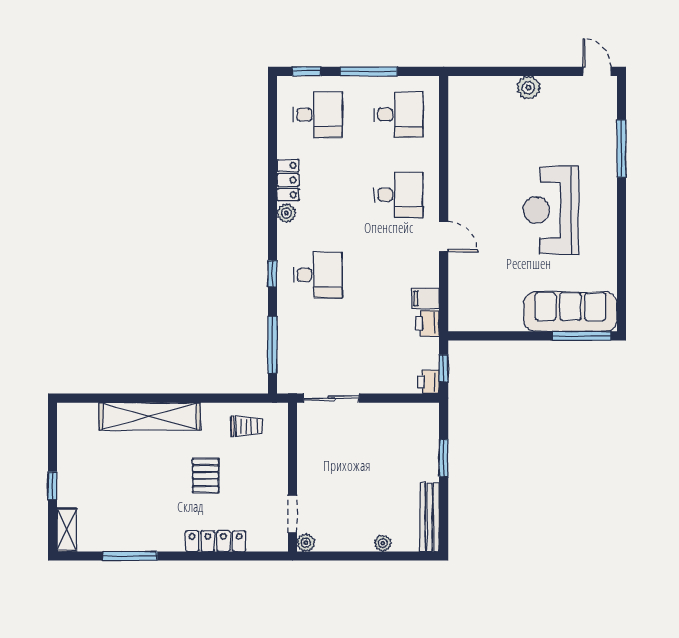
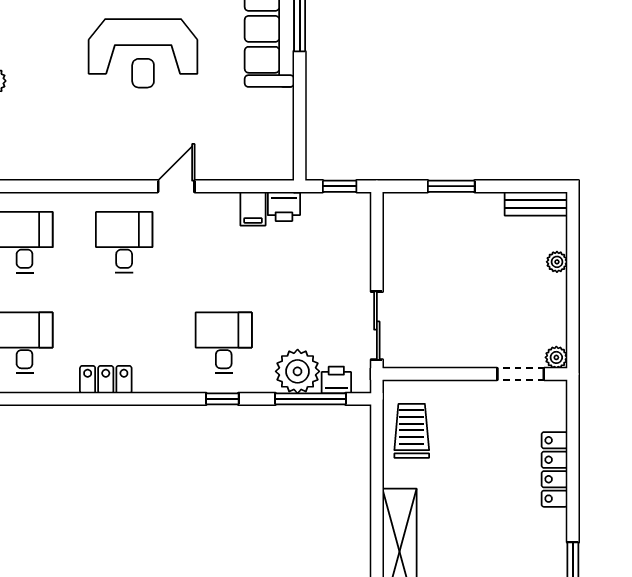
plant: (286, 213) -> (298, 371), moved, width x1.88, depth x1.88
printer: (428, 382) -> (336, 380), moved, turned 180
trolley: (247, 426) -> (412, 431), width x1.36, depth x1.39
pallet: (206, 476) -> (473, 482), removed
bench: (430, 517) -> (536, 204), width x0.73

